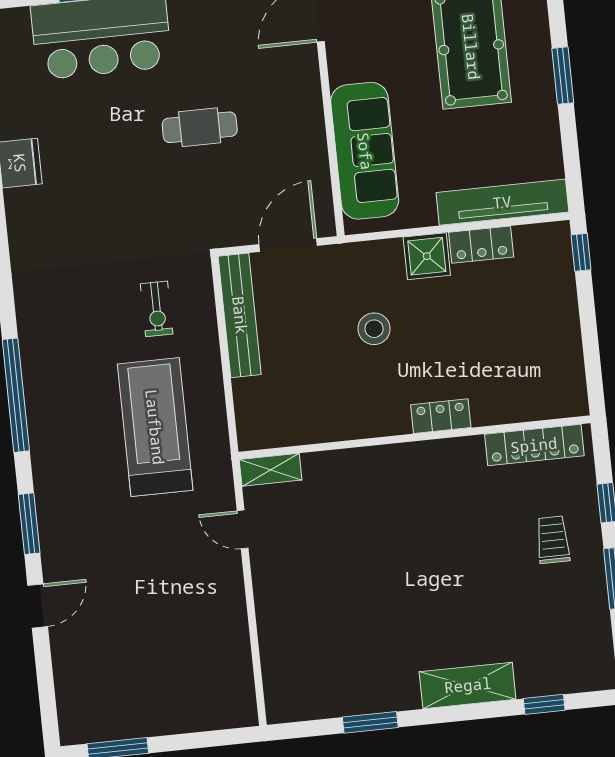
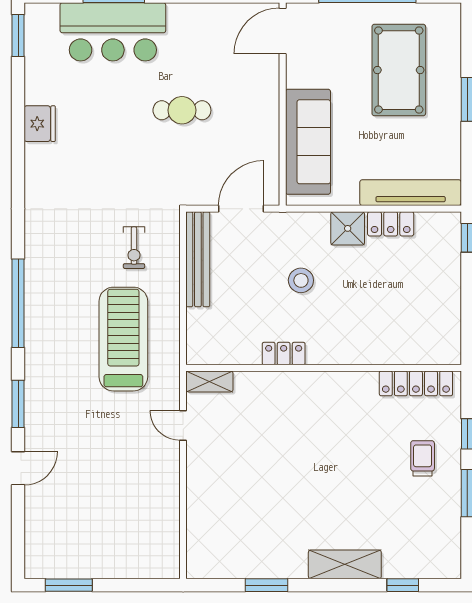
locker: (441, 416) -> (284, 354), moved

